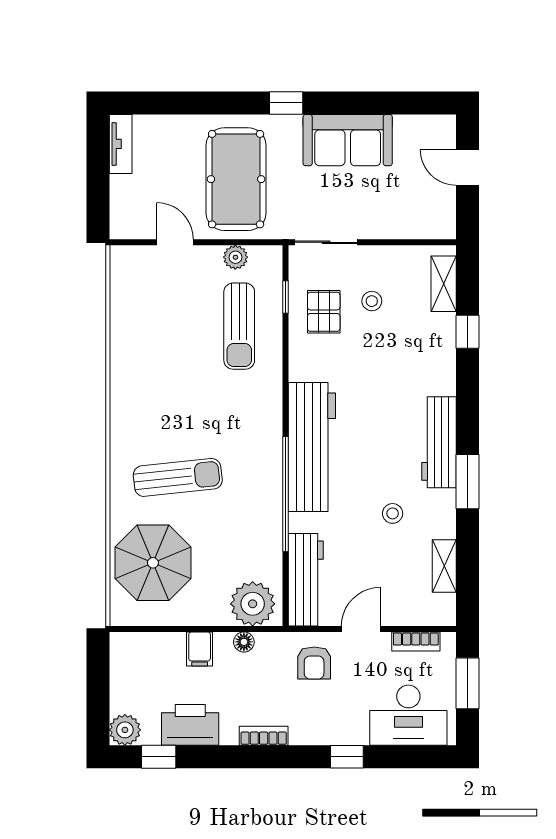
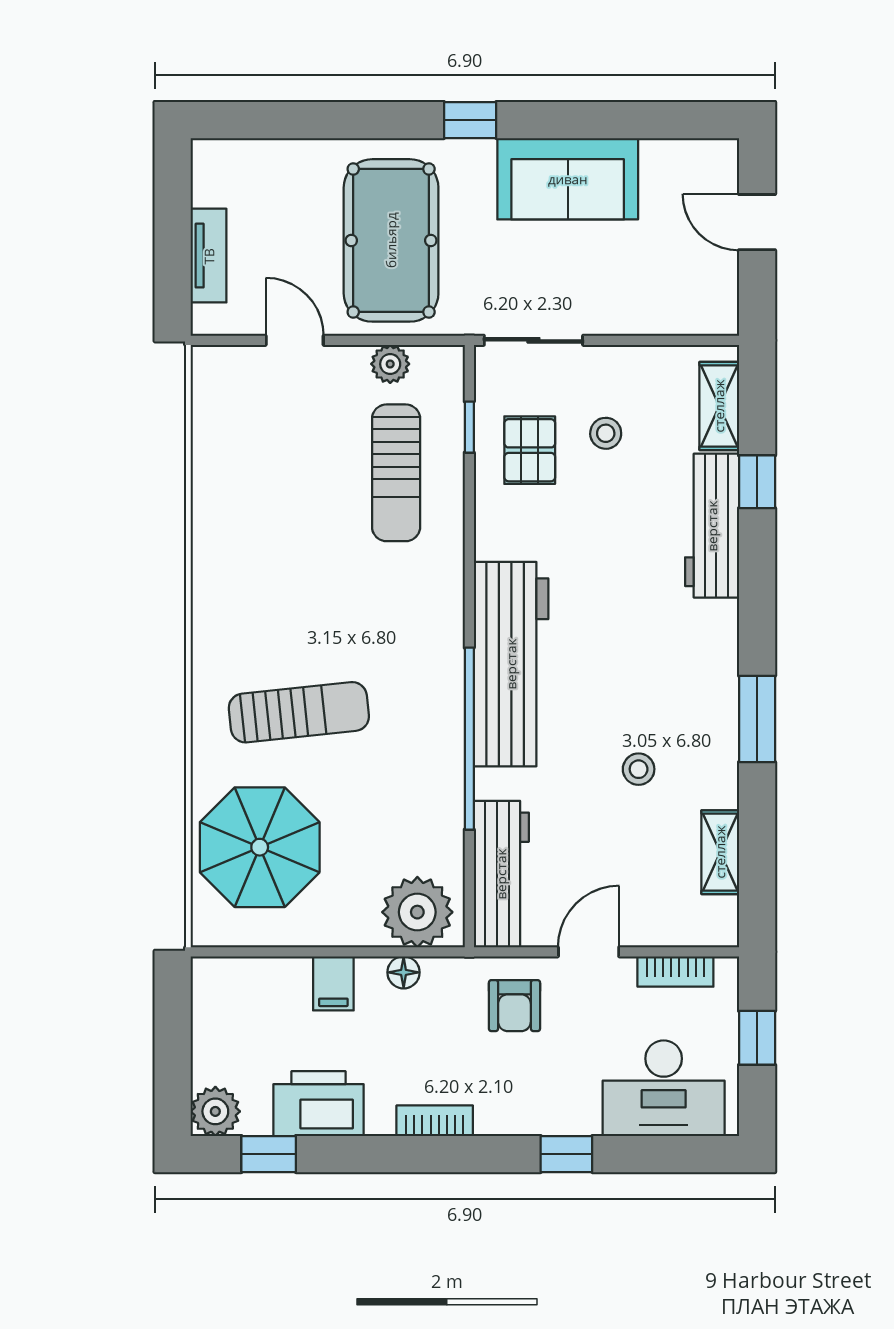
tv unit: (121, 144) -> (209, 256), moved
workbench: (439, 442) -> (712, 526), moved
window: (468, 683) -> (757, 1038), width x0.67

